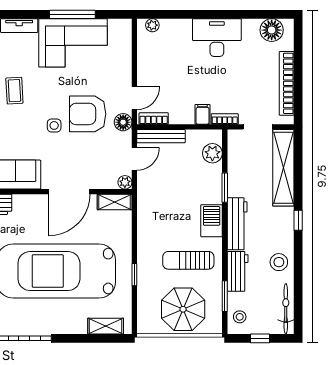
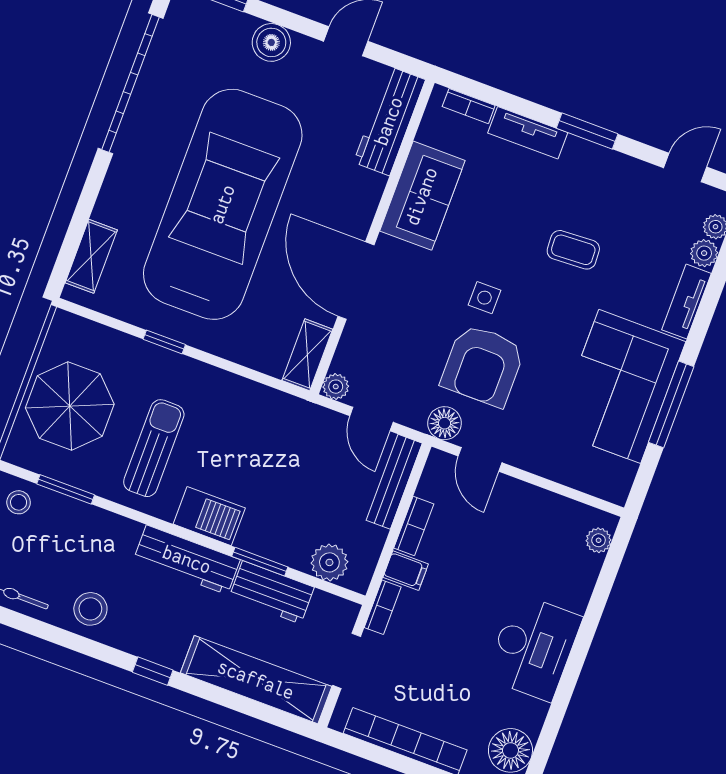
armchair: (88, 114) -> (483, 365), turned 180
bookcase: (154, 118) -> (414, 526), moved
workbench: (238, 271) -> (272, 592), moved

